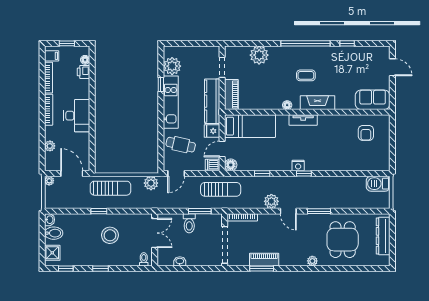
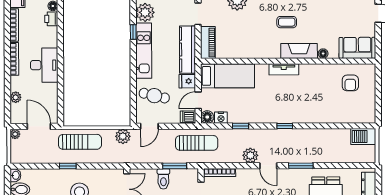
floor lamp: (287, 105) -> (323, 54), moved
nightstand: (298, 166) -> (221, 118), moved

